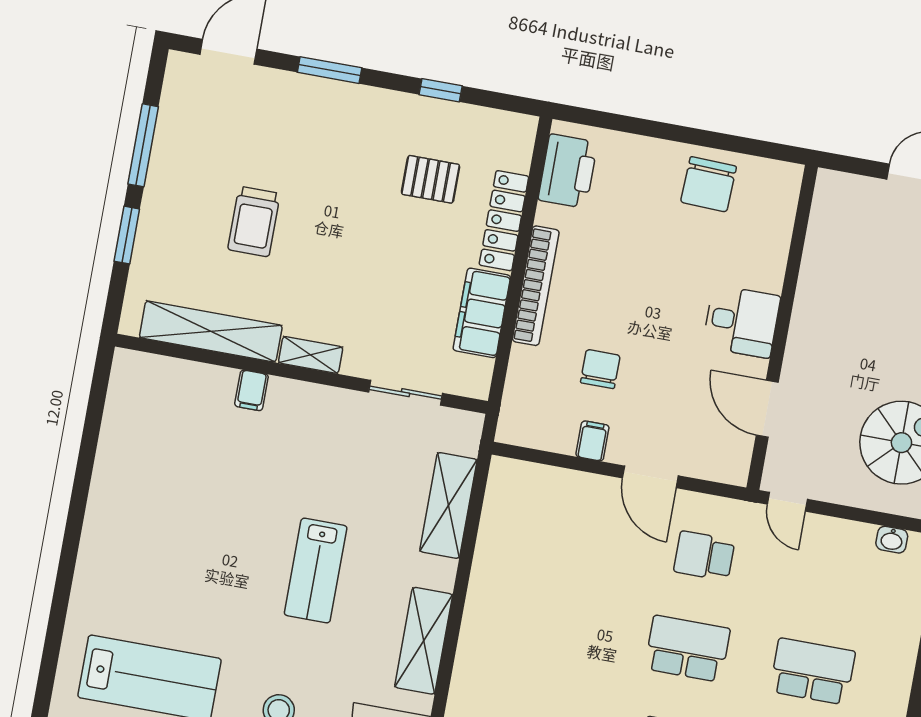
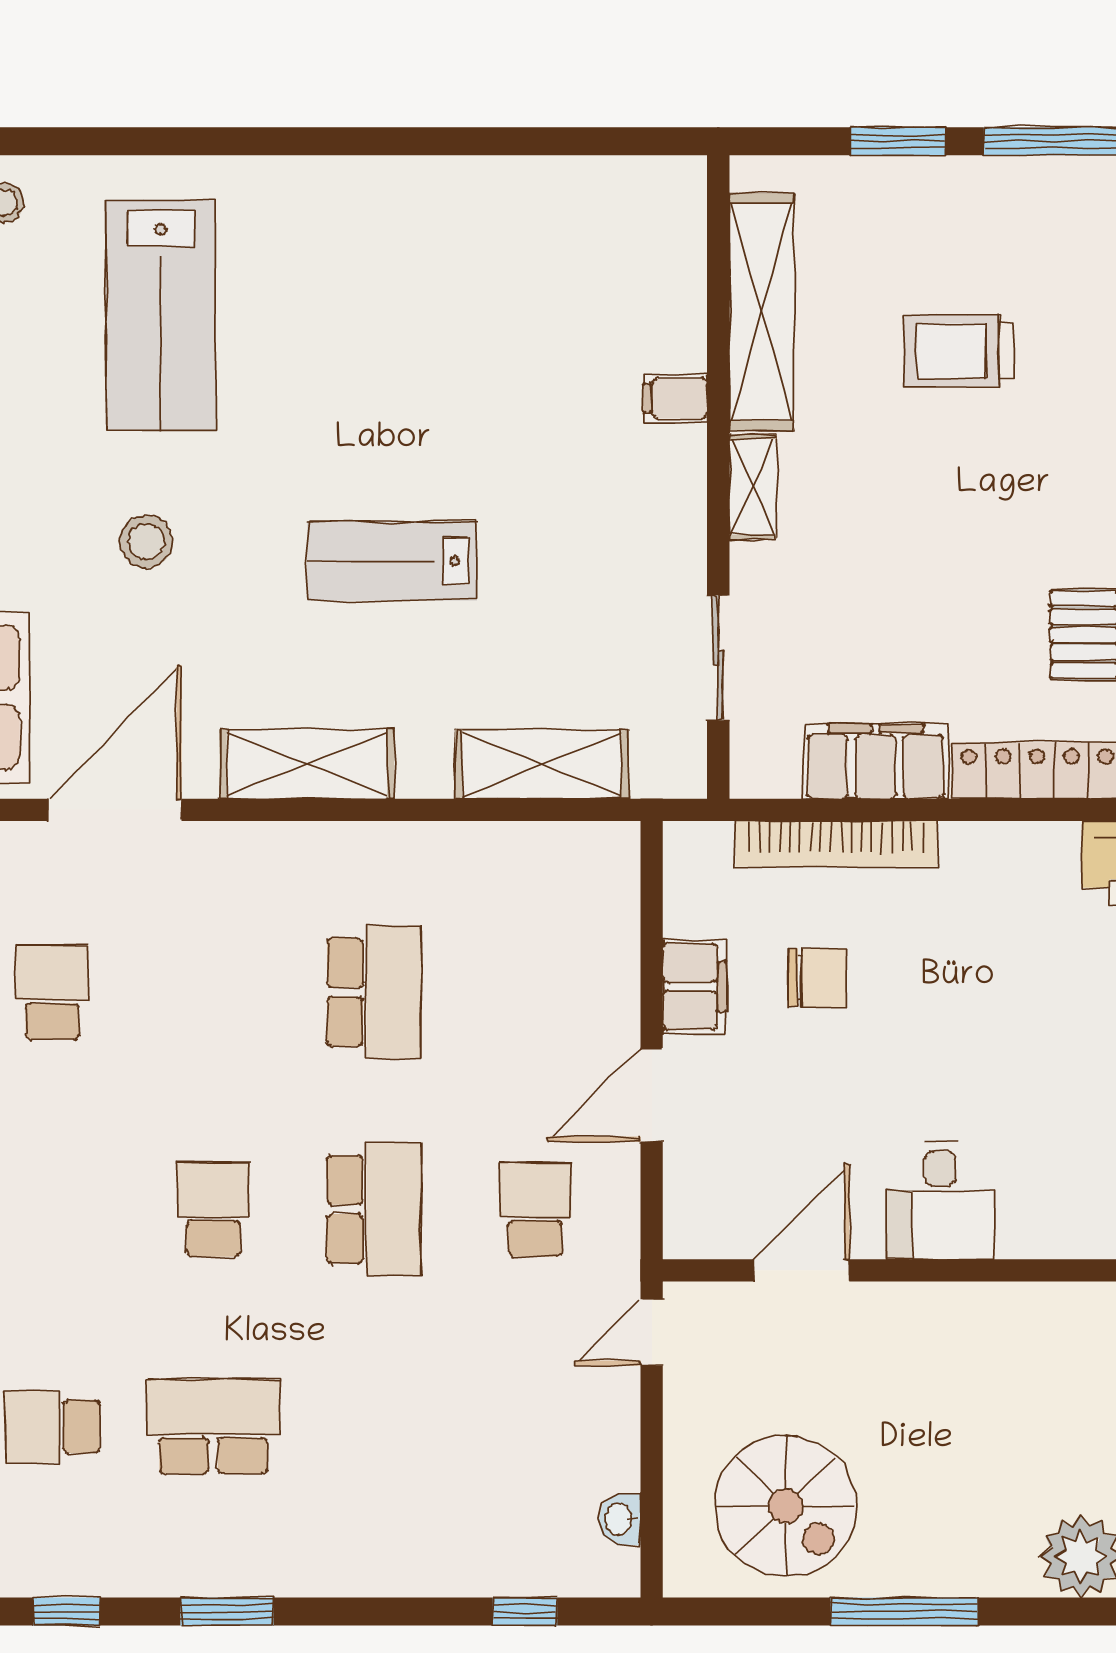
bookcase: (536, 286) -> (836, 844), moved
filing cabinet: (592, 441) -> (694, 987), width x2.00
school desk: (813, 671) -> (374, 992), moved

